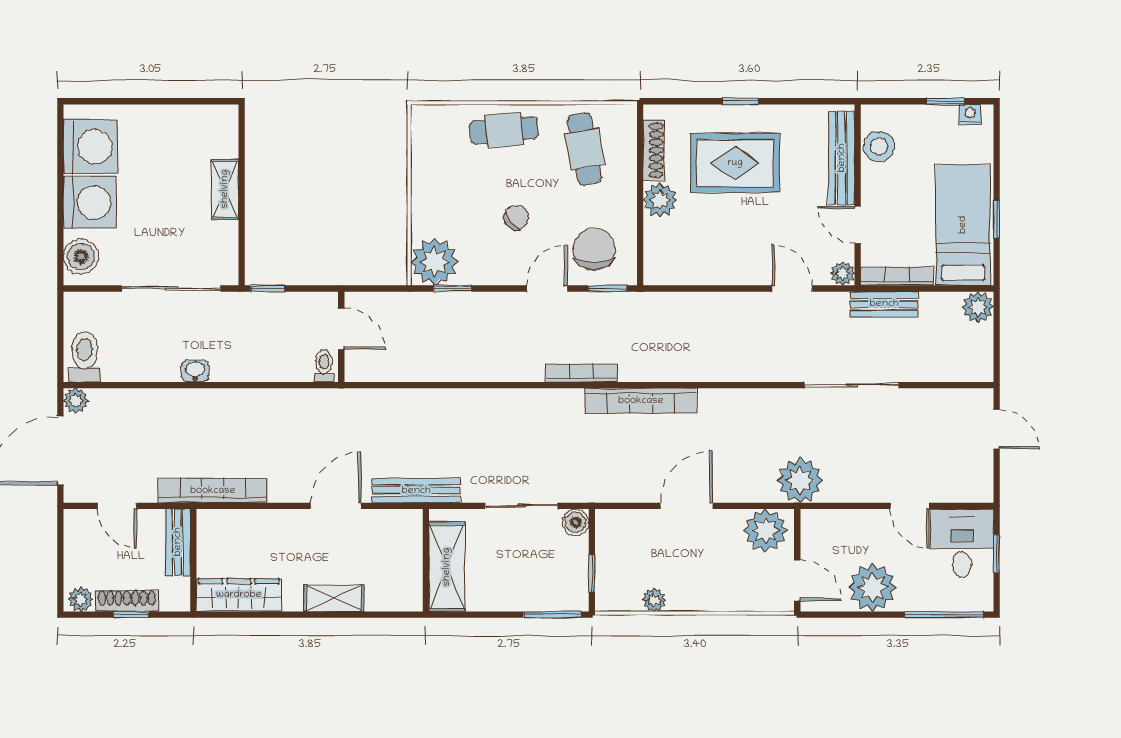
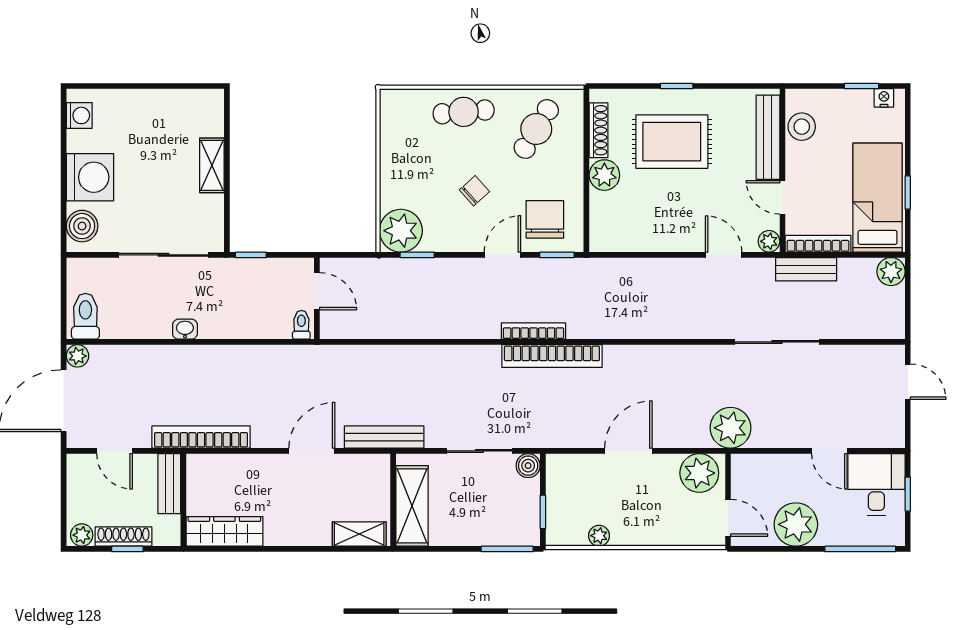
washing machine: (91, 147) -> (79, 115), width x0.53, depth x0.53
cafe table: (585, 149) -> (536, 129), turned 41
bookcase: (641, 401) -> (552, 356), moved
shelving: (334, 598) -> (359, 534), moved

